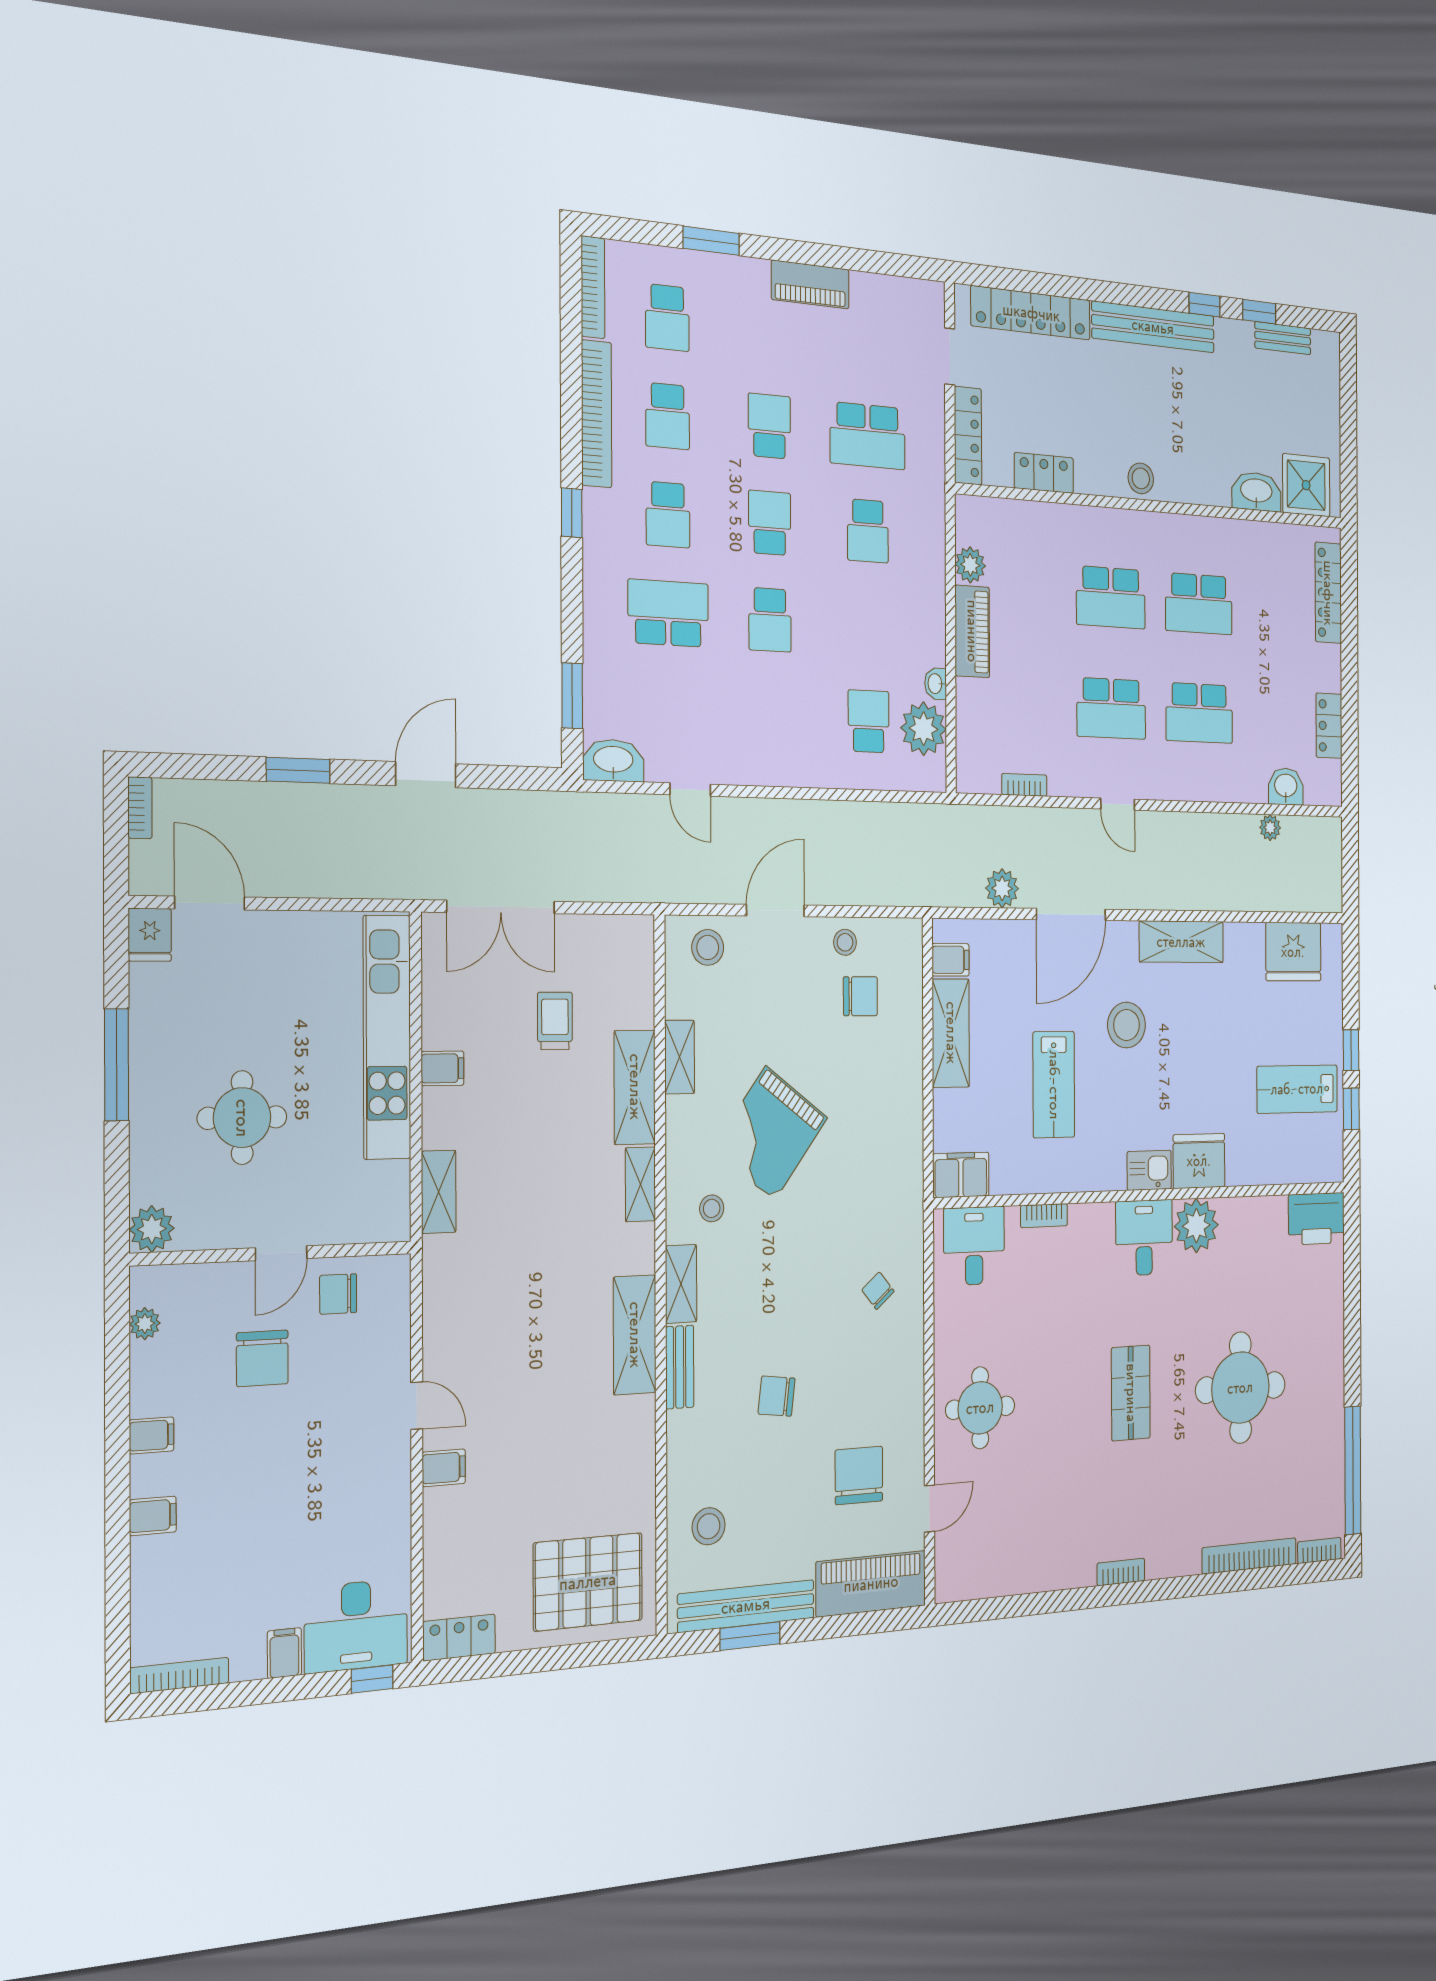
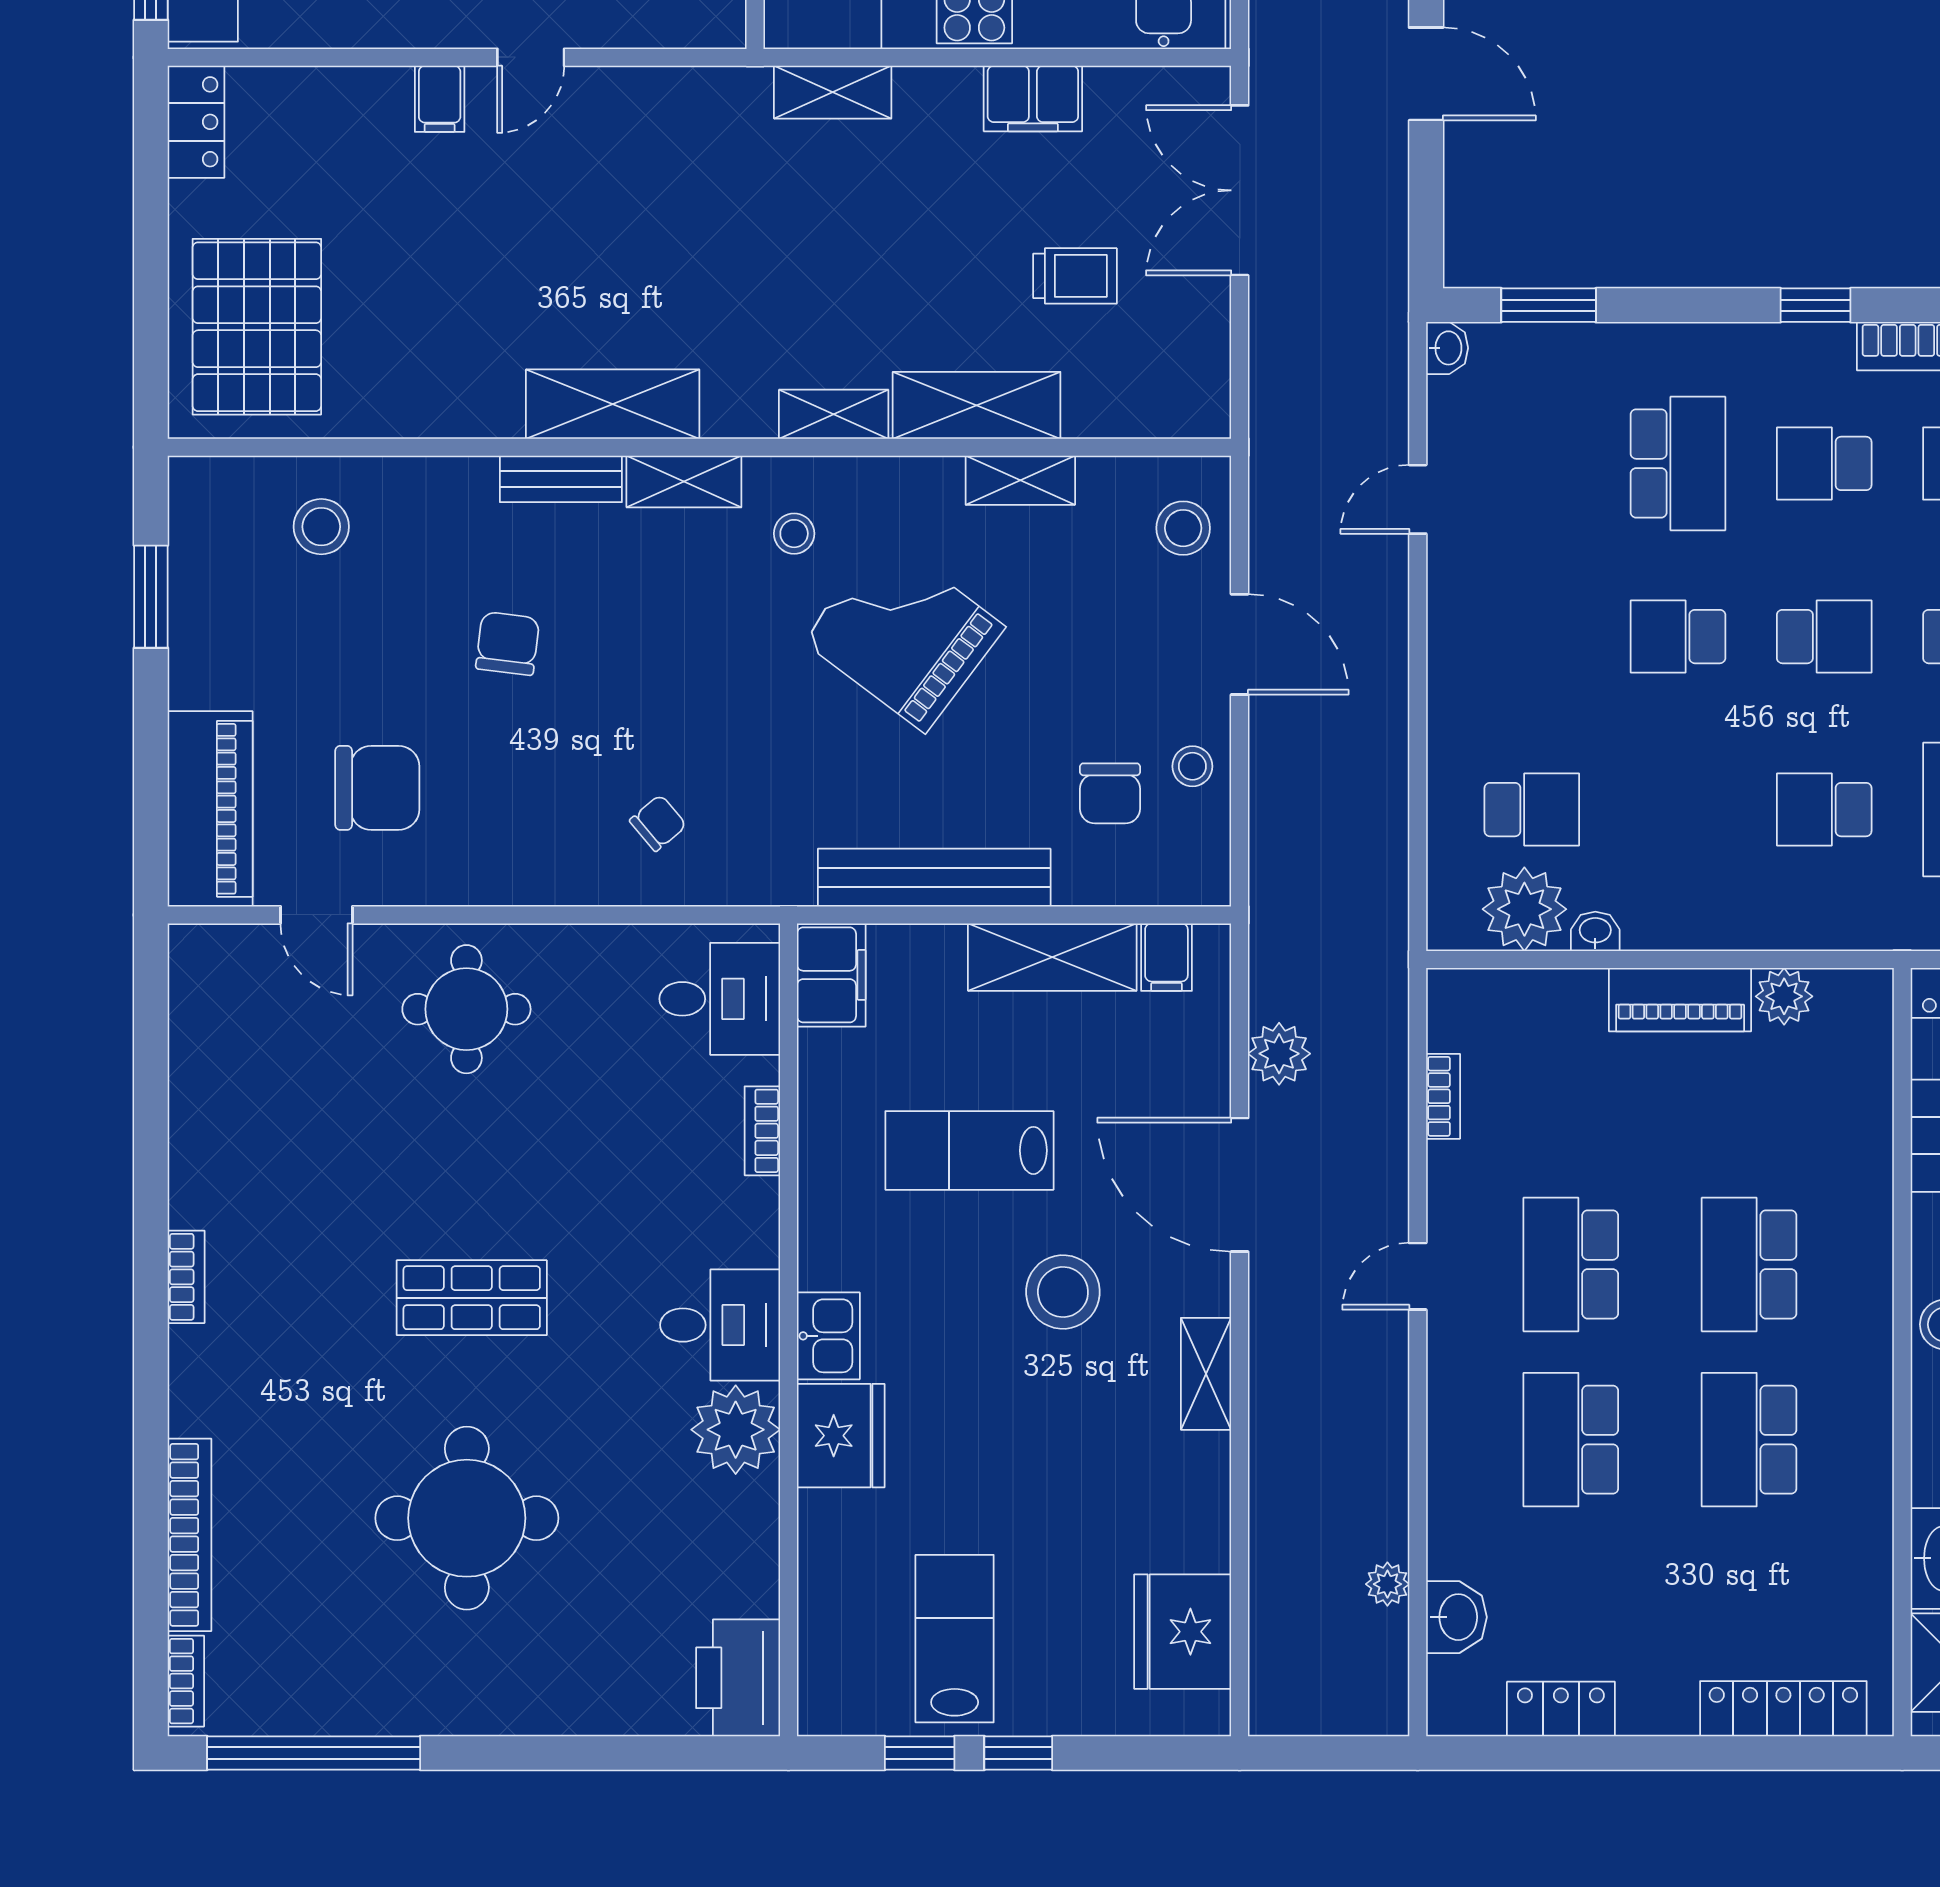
washbasin: (613, 760) -> (1447, 348), width x0.52, depth x0.69
shelving: (1181, 942) -> (1206, 1374), width x0.67, depth x0.75
filing cabinet: (443, 1068) -> (1033, 99), width x2.00
bench: (746, 1606) -> (934, 878), moved, turned 90

